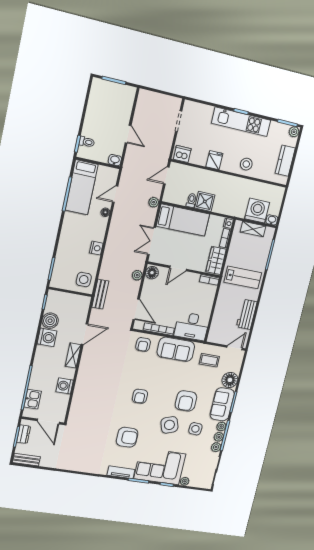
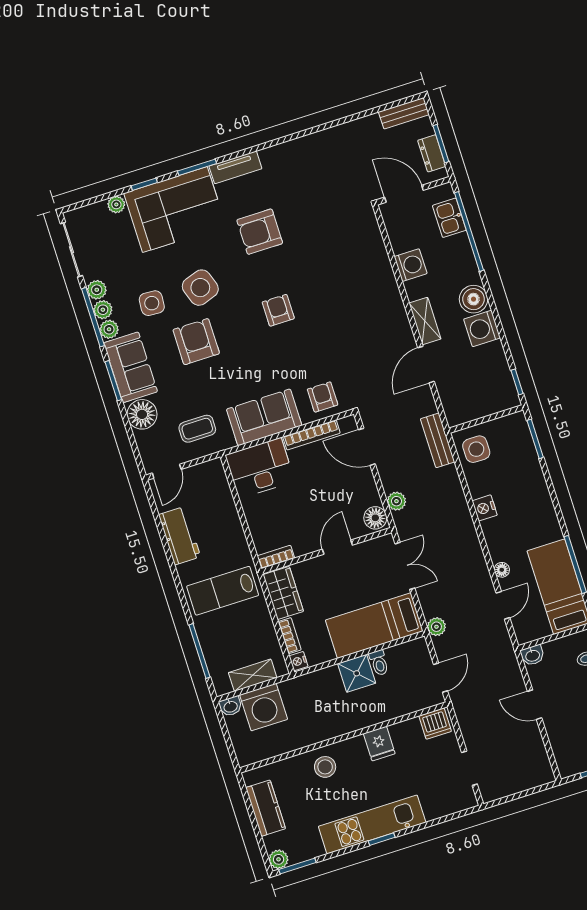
boiler: (50, 321) -> (473, 299), moved

